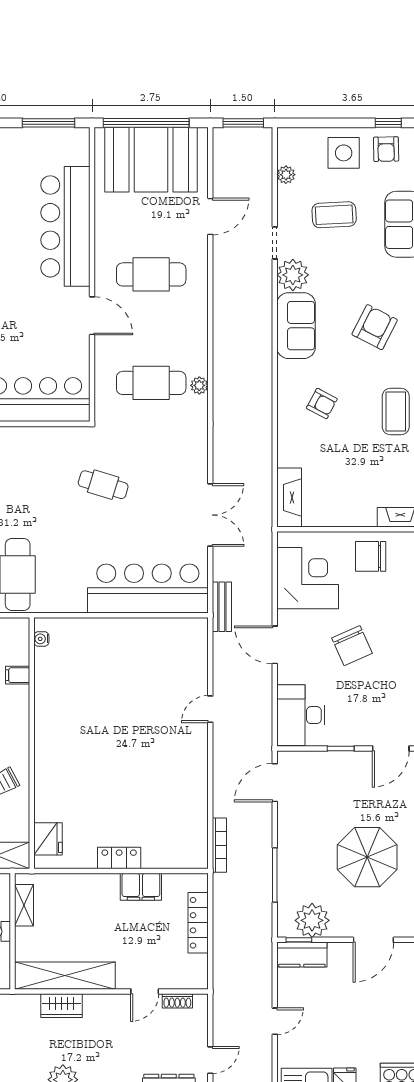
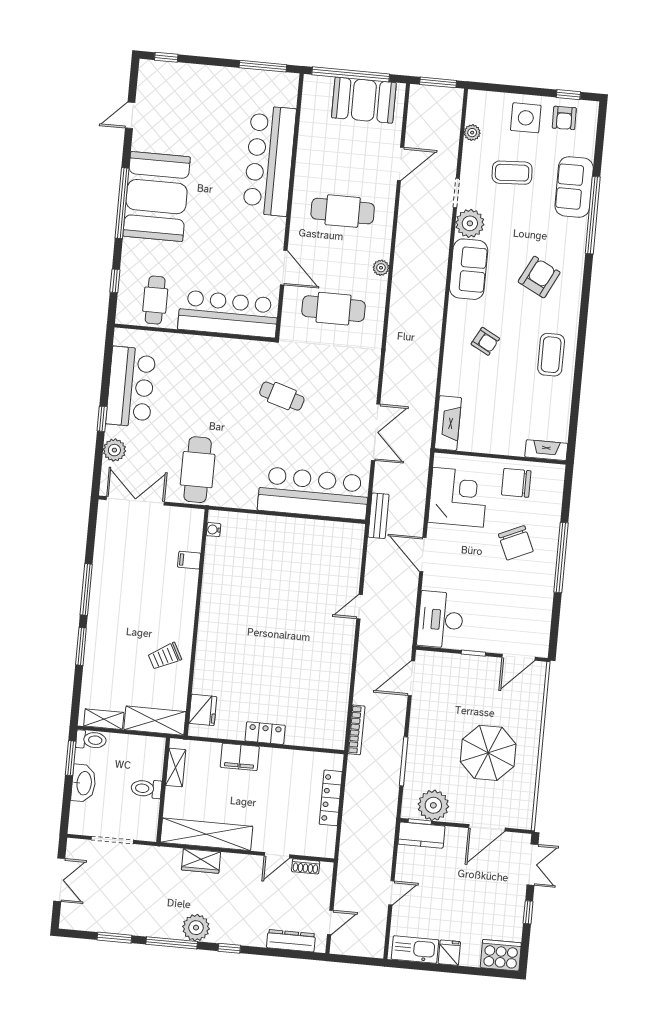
booth: (151, 160) -> (364, 100), width x0.73, depth x0.70
door: (92, 316) -> (284, 268), moved
plant: (199, 385) -> (381, 268), moved
chair: (352, 646) -> (516, 543), moved
filing cabinet: (141, 887) -> (240, 757), moved

